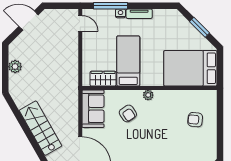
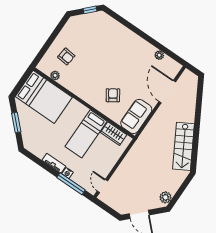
plant: (15, 67) -> (165, 197), moved
plant: (148, 95) -> (55, 75), moved
stairs: (41, 128) -> (183, 146), moved

